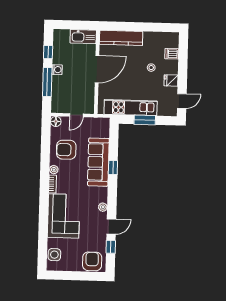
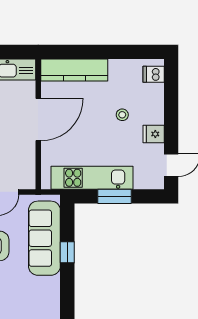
dishwasher: (172, 54) -> (154, 74), moved
sofa: (98, 162) -> (44, 238), moved
window: (113, 168) -> (67, 252), moved

